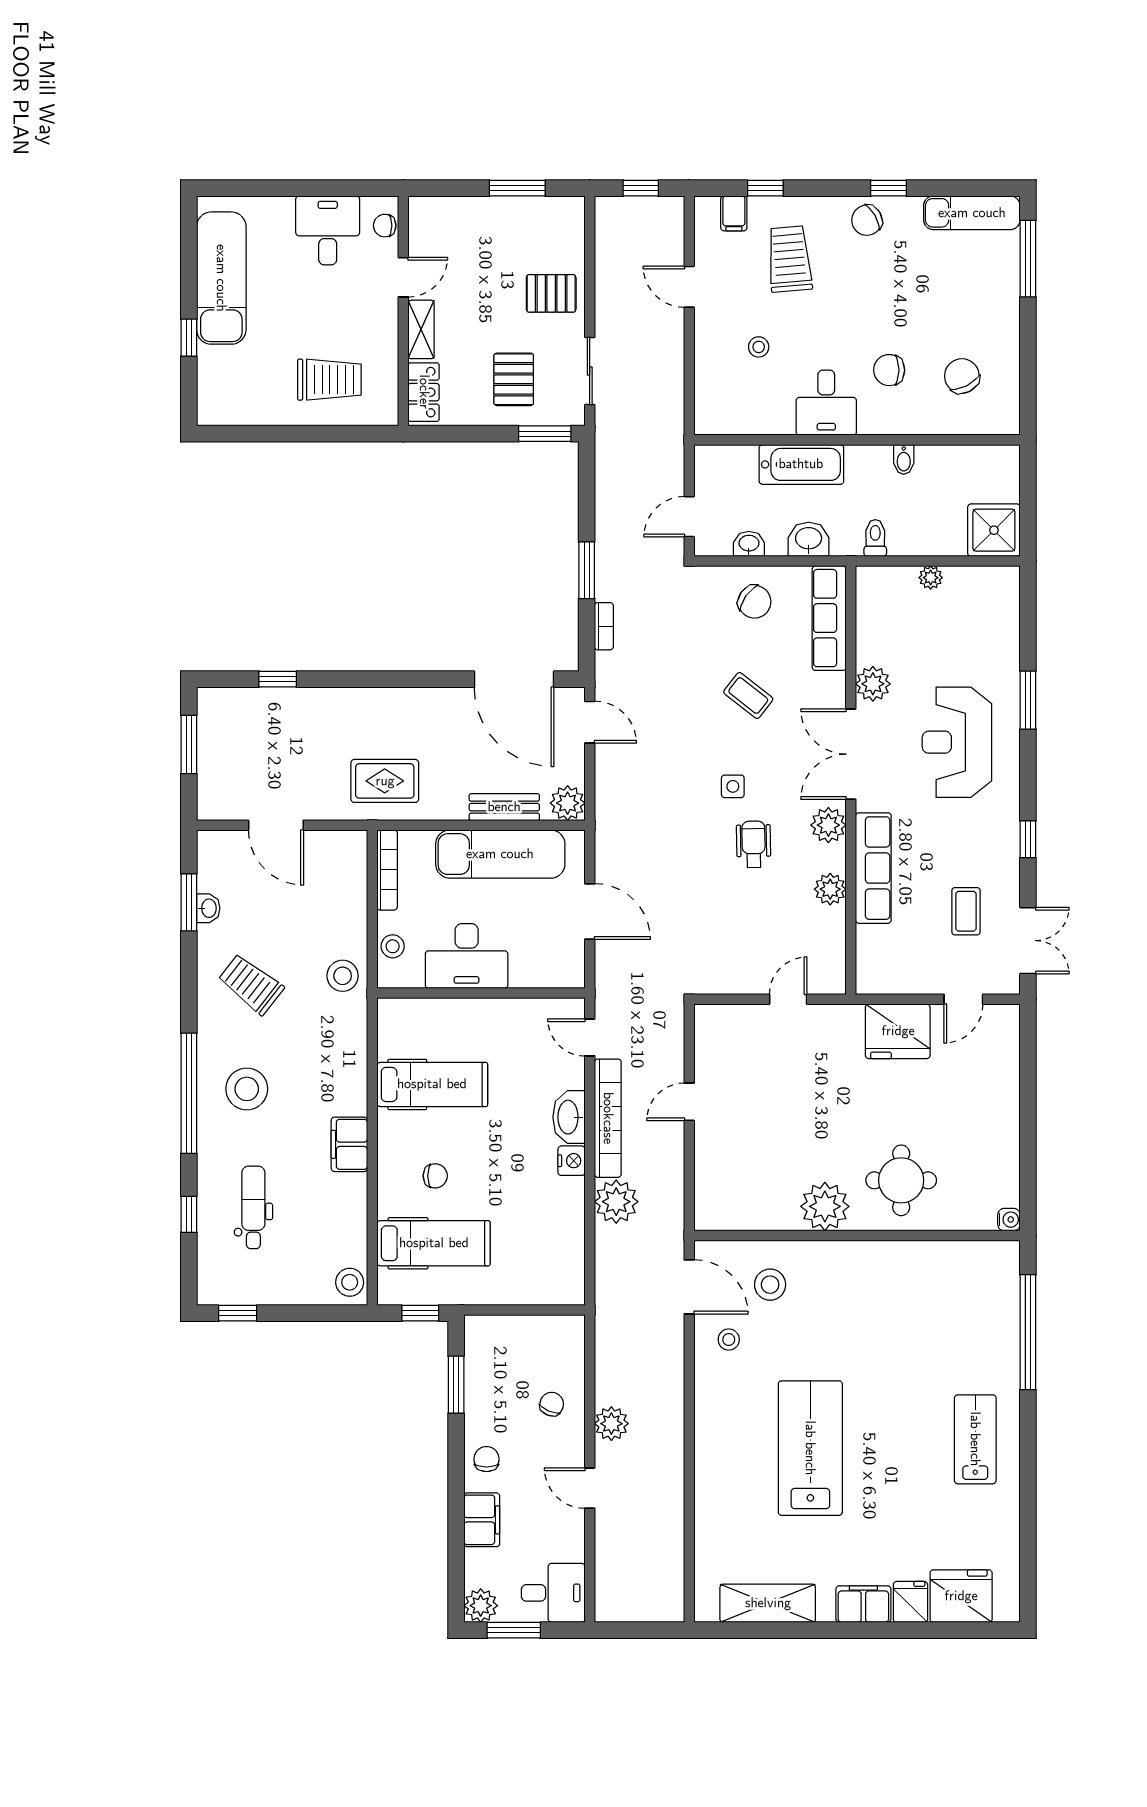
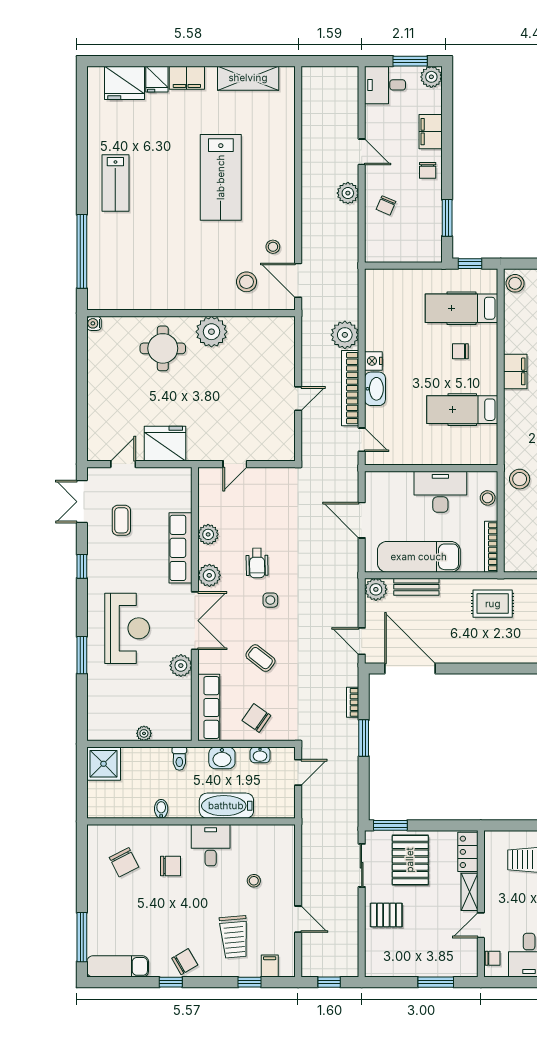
window: (517, 188) -> (436, 982), moved
pallet: (514, 379) -> (410, 860), width x1.50, depth x1.42

